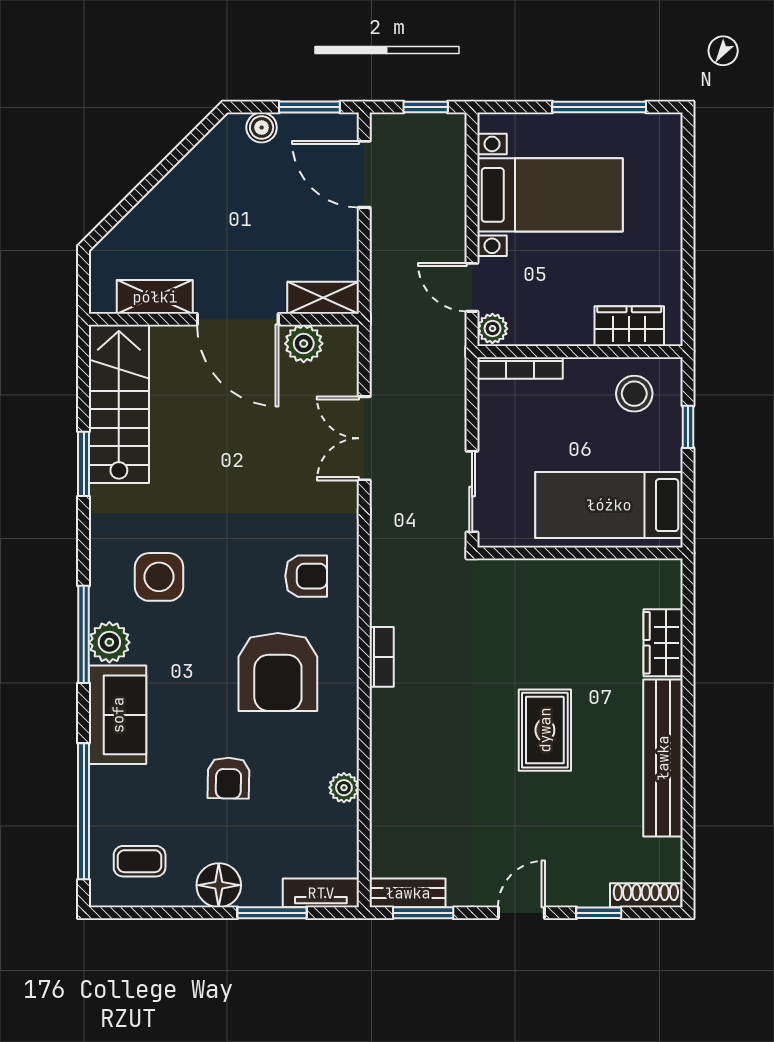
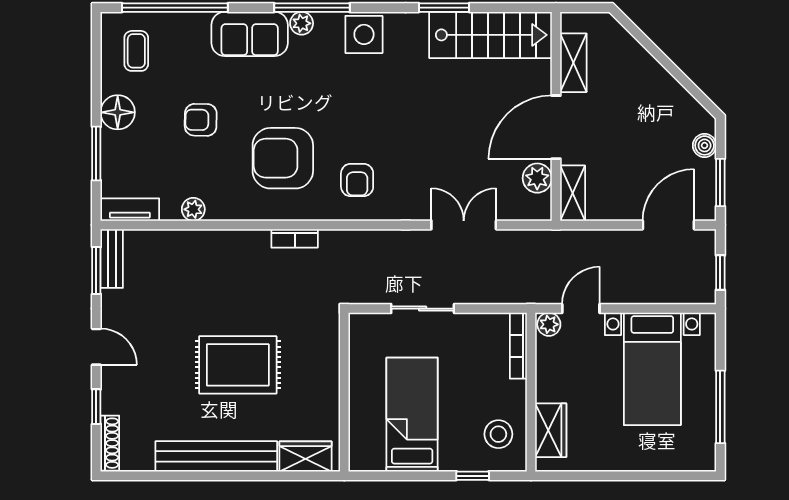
wall: (580, 553) -> (344, 392), moved
side table: (159, 577) -> (364, 34), moved
plant: (109, 642) -> (302, 23), width x0.73, depth x0.73
rug: (545, 730) -> (238, 365), width x1.36, depth x1.43
tv unit: (321, 893) -> (130, 210), moved, turned -90

